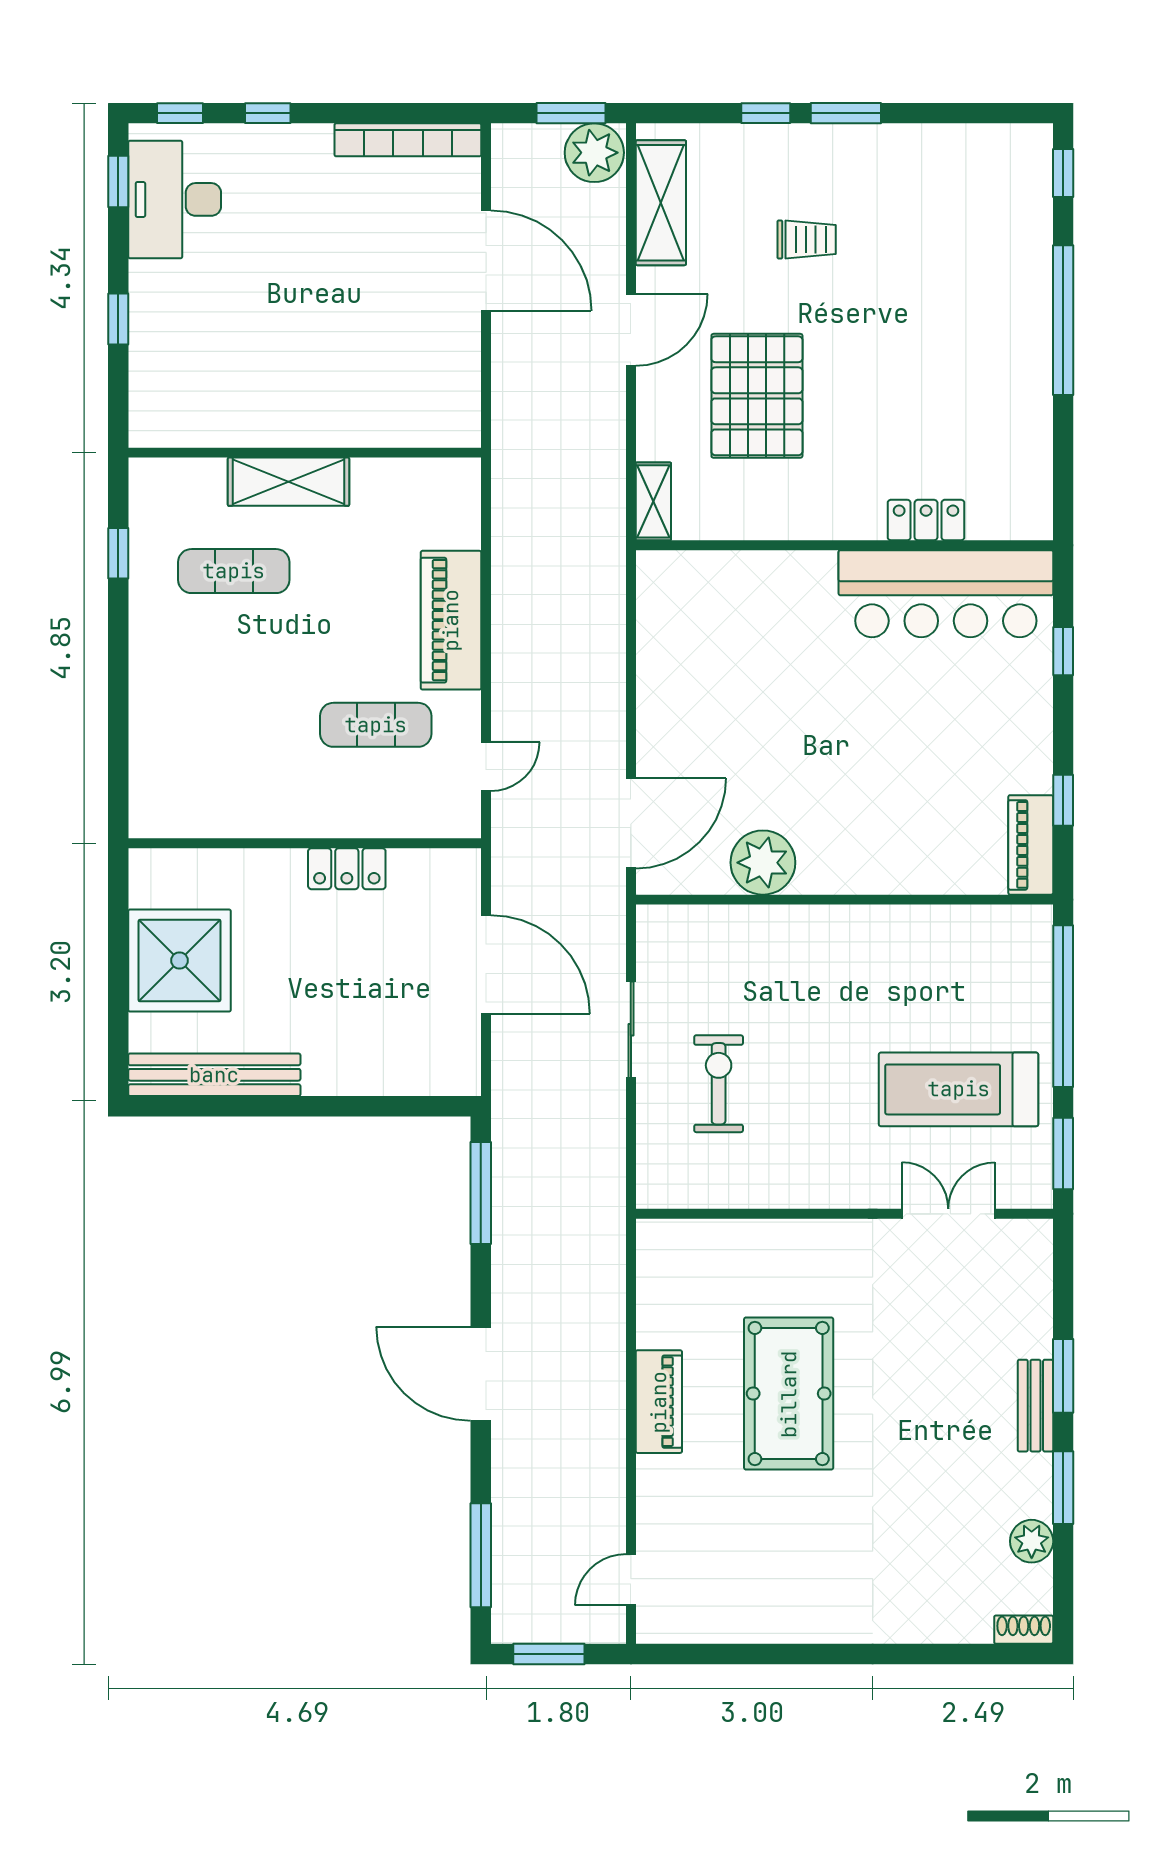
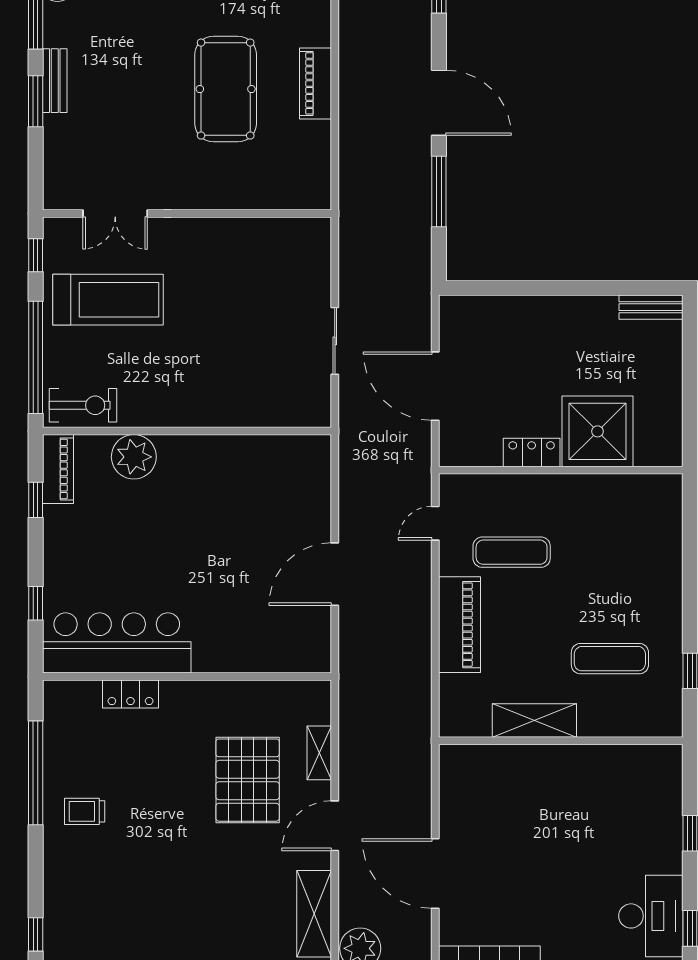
trolley: (807, 240) -> (85, 811), moved
window: (1063, 320) -> (36, 773), moved
shelving: (288, 482) -> (534, 721), moved
shelving: (653, 501) -> (319, 753), moved
door: (631, 823) -> (335, 574), moved
plant: (763, 863) -> (134, 457), moved
shower: (180, 961) -> (598, 431), moved
bench: (214, 1075) -> (651, 307), width x0.54, depth x0.82
exercise bike: (719, 1084) -> (83, 405), moved, turned -90
window: (1063, 1153) -> (36, 255), width x0.67
window: (481, 1193) -> (439, 191), moved

